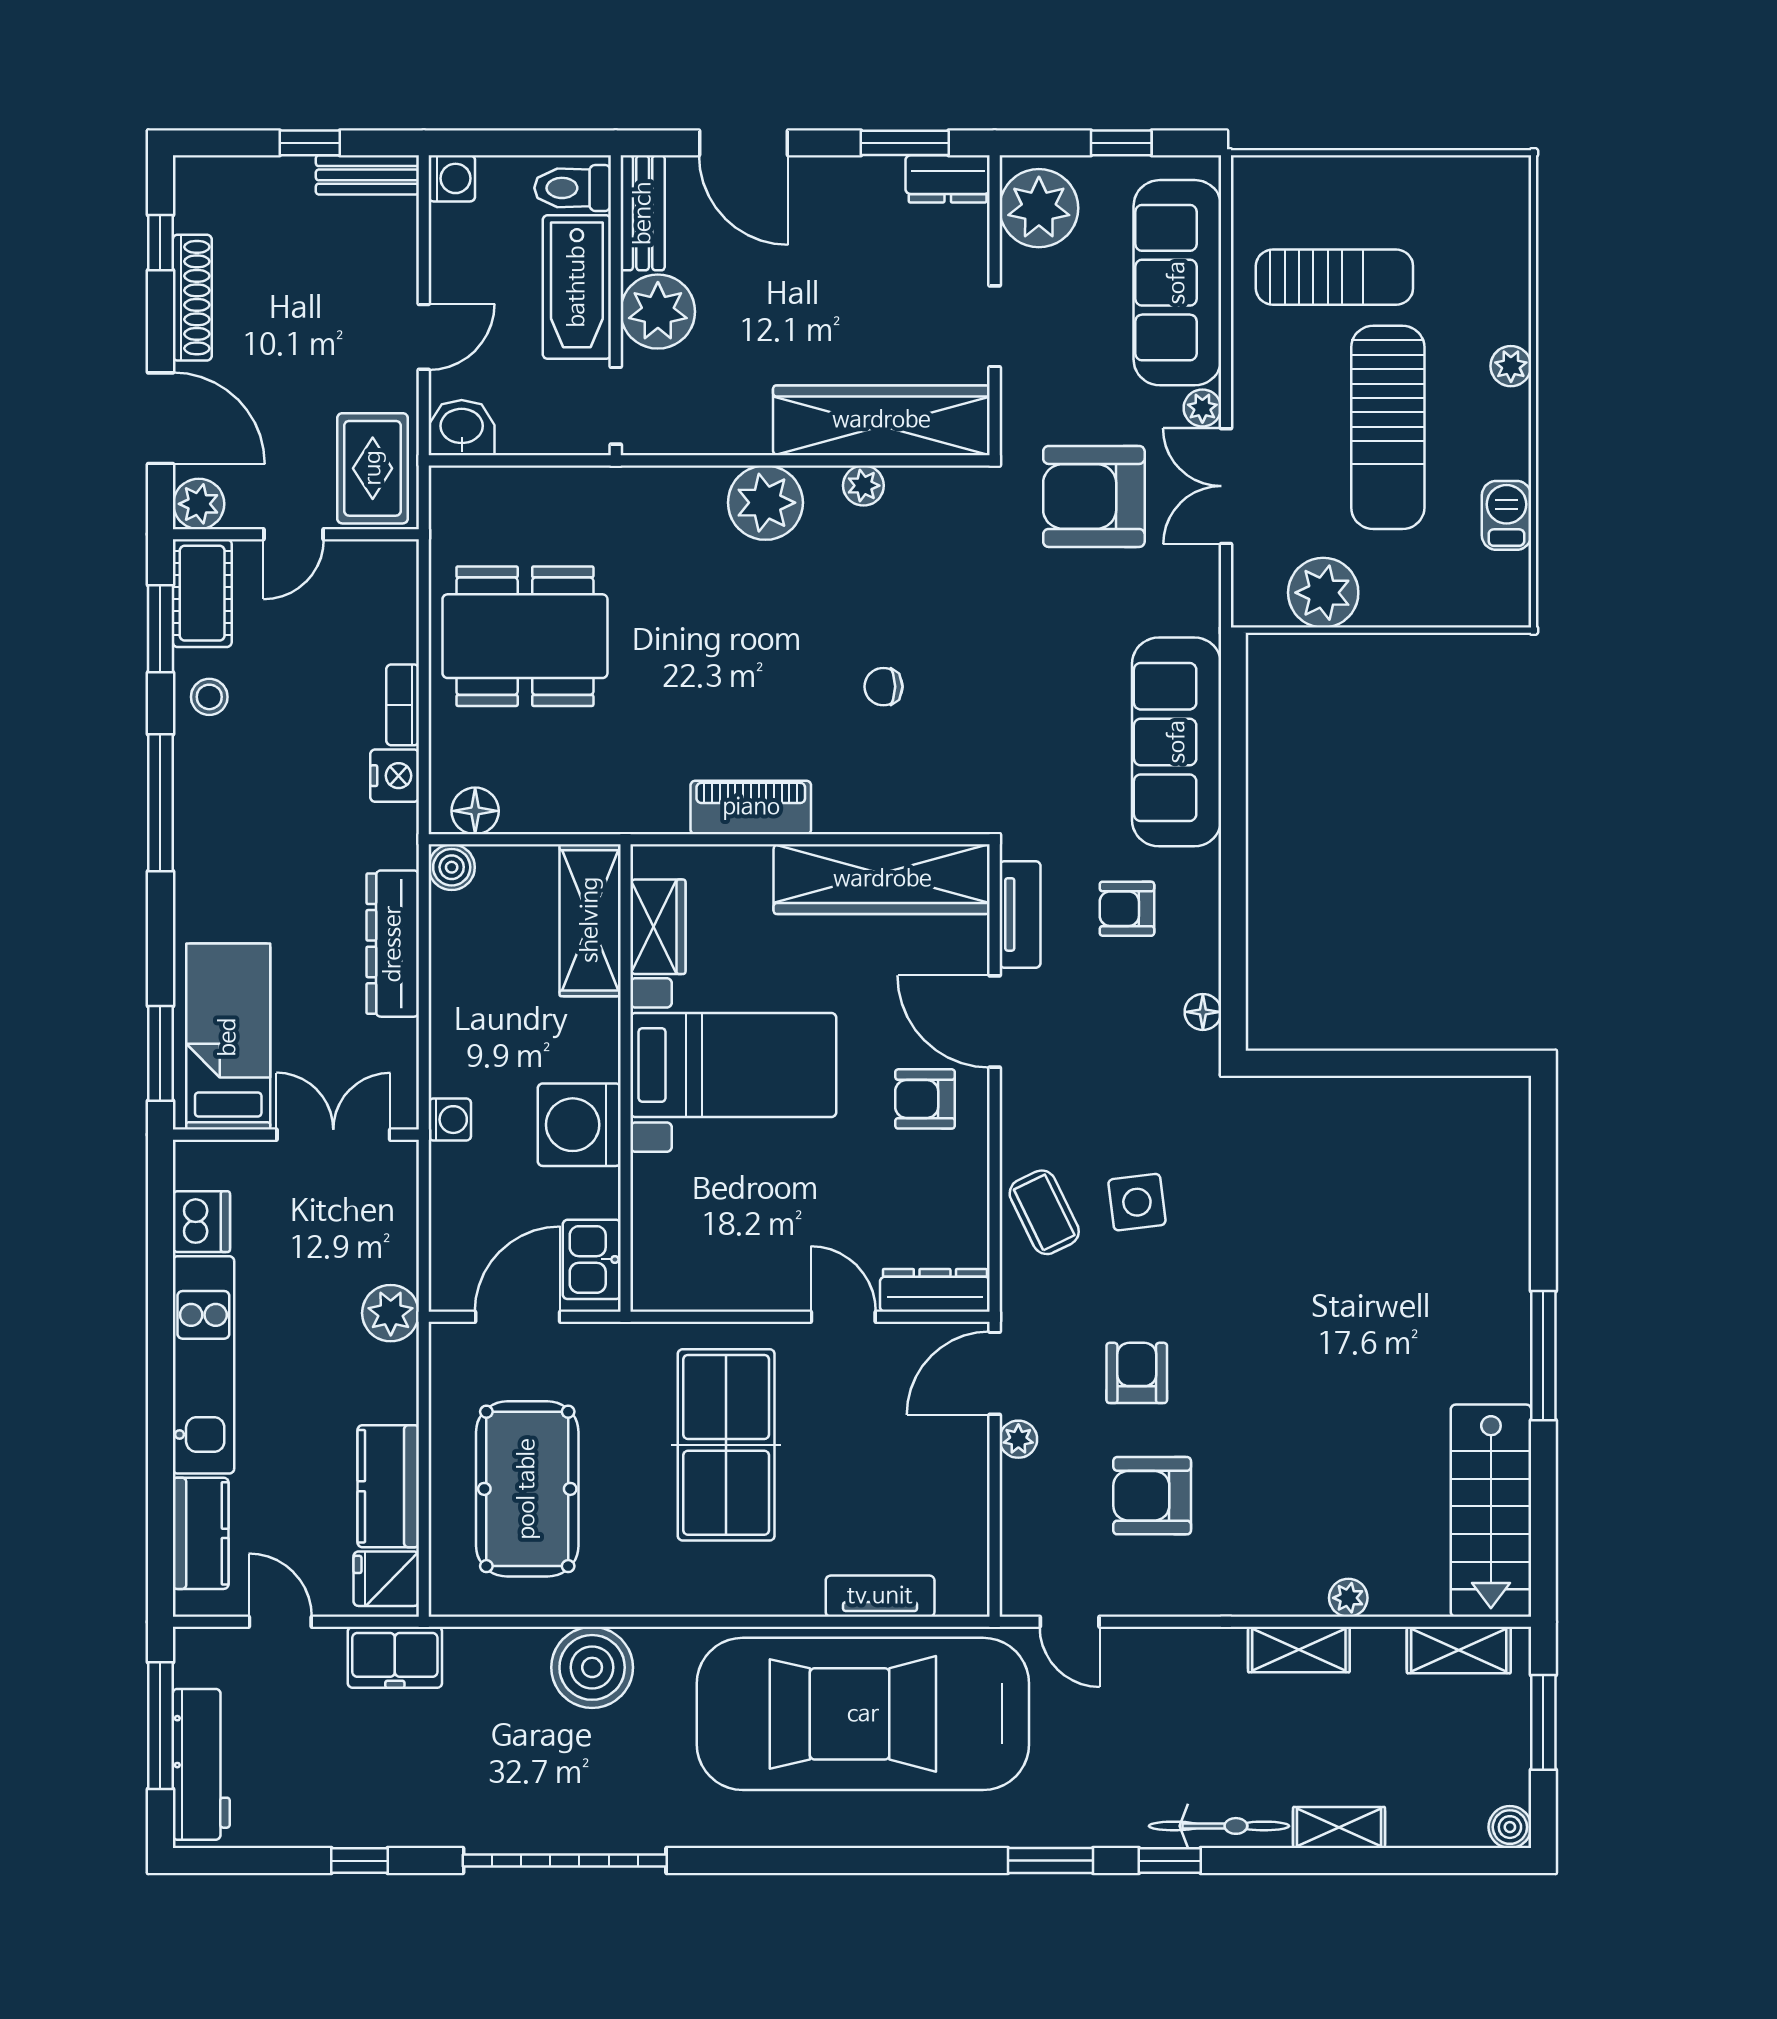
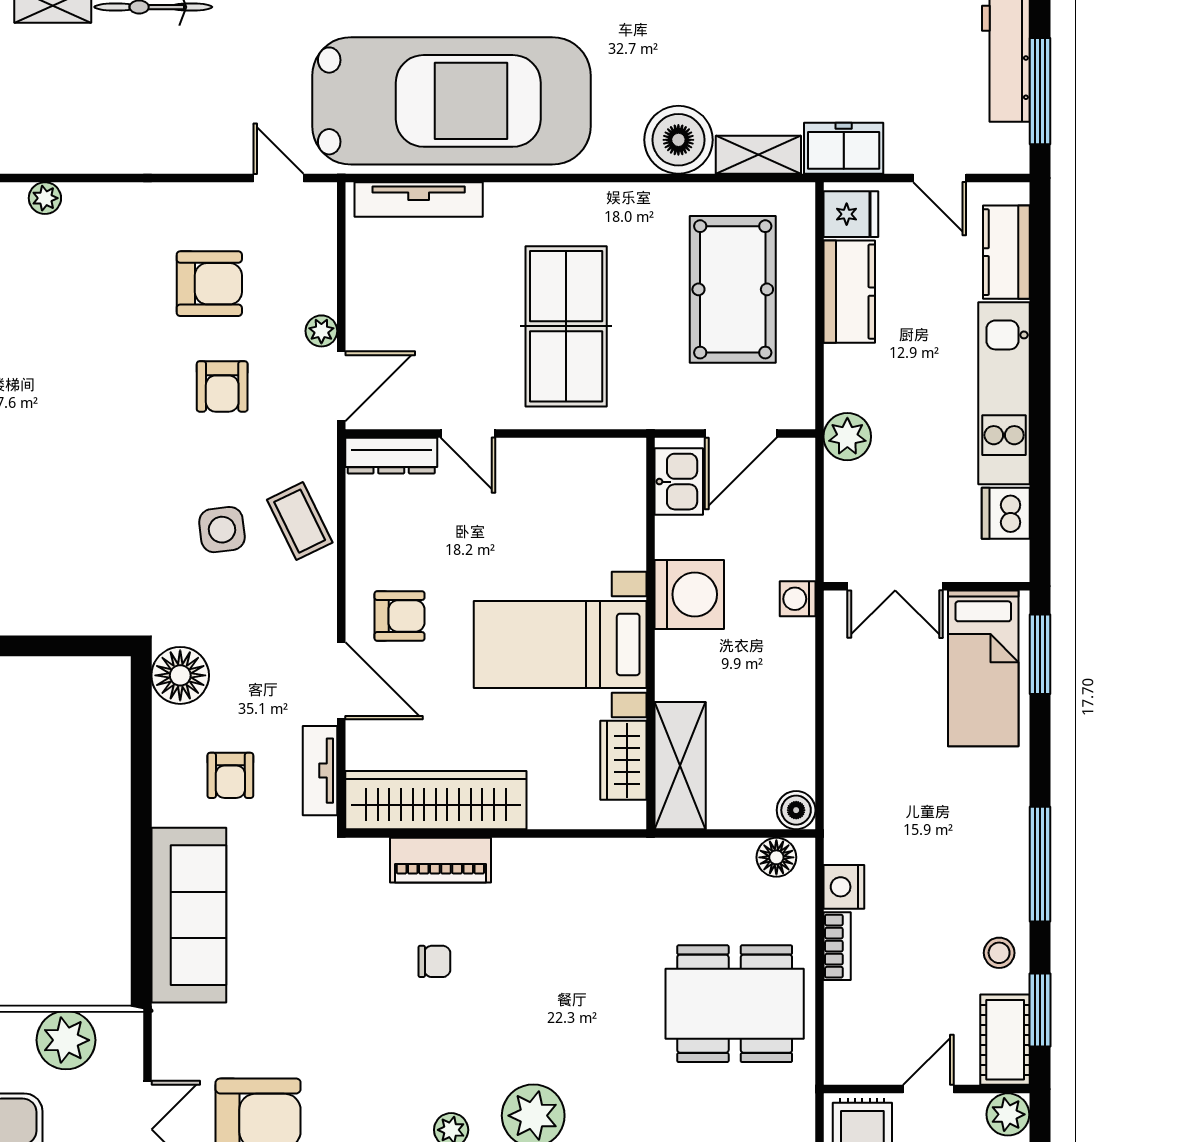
piano: (751, 807) -> (440, 860), moved
armchair: (1127, 909) -> (230, 775), turned 90
dresser: (393, 944) -> (845, 746), removed
floor lamp: (1203, 1012) -> (180, 675), width x1.89, depth x1.89
tv unit: (880, 1596) -> (419, 199), width x1.41
shelving: (1299, 1650) -> (758, 155), moved

